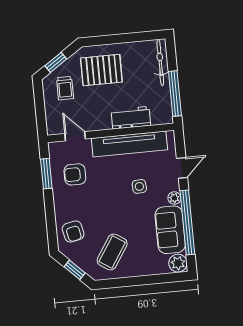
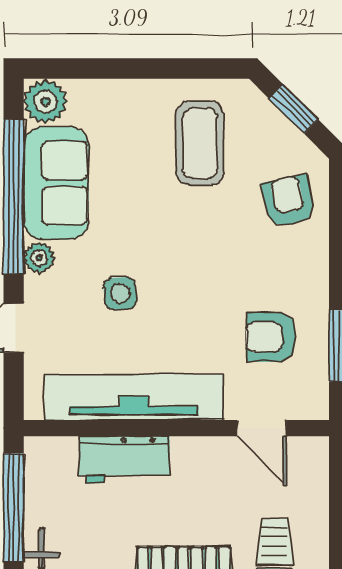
armchair: (75, 174) -> (271, 337), turned 180
coffee table: (112, 252) -> (200, 143), turned -33

